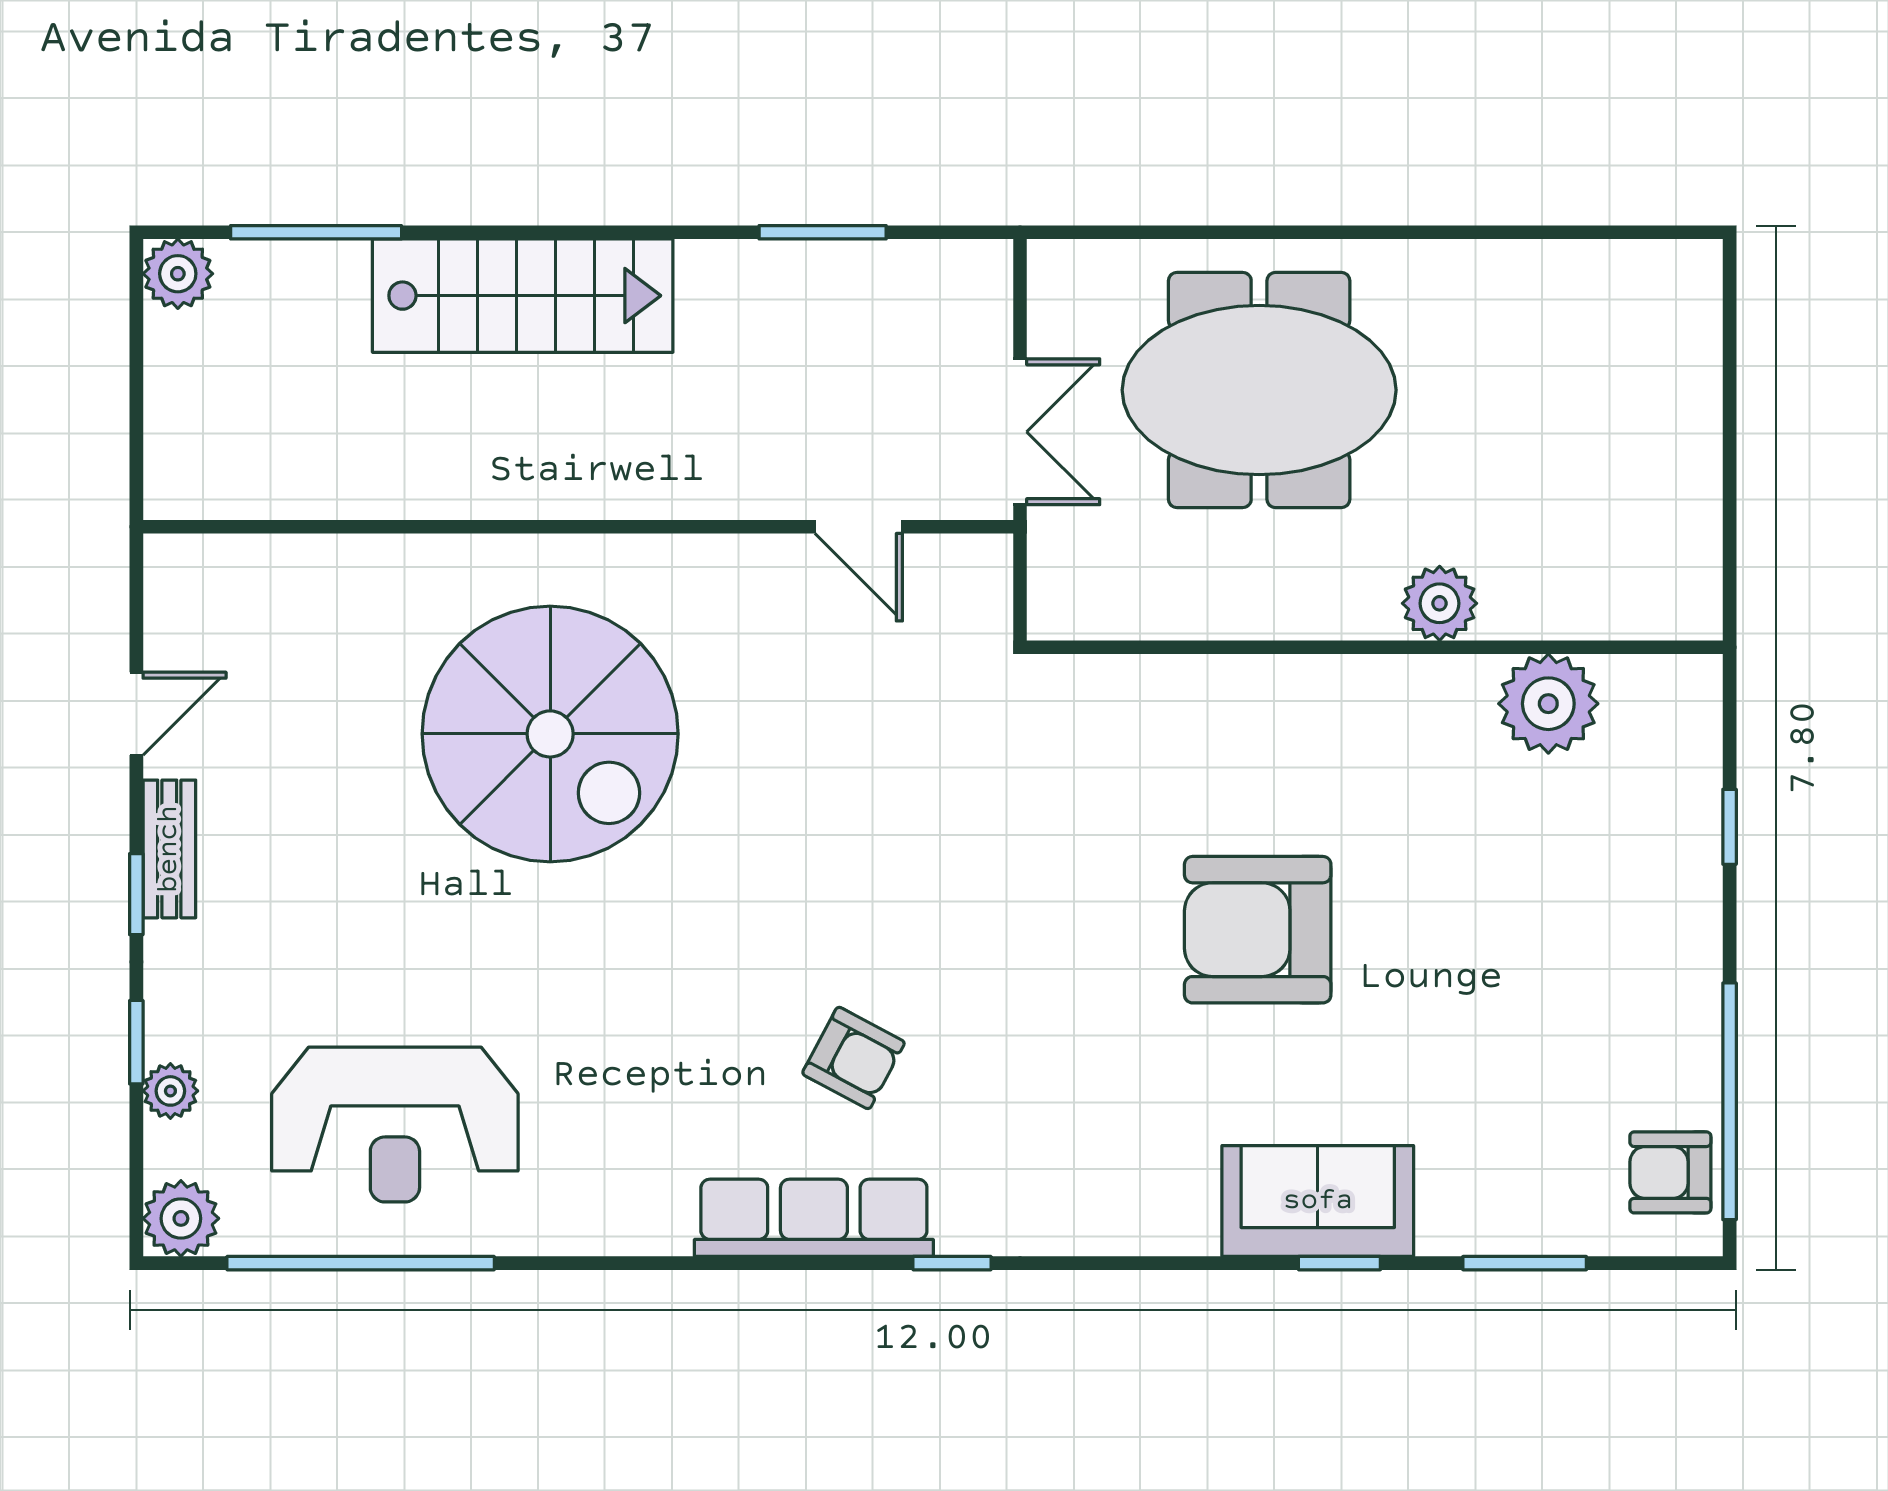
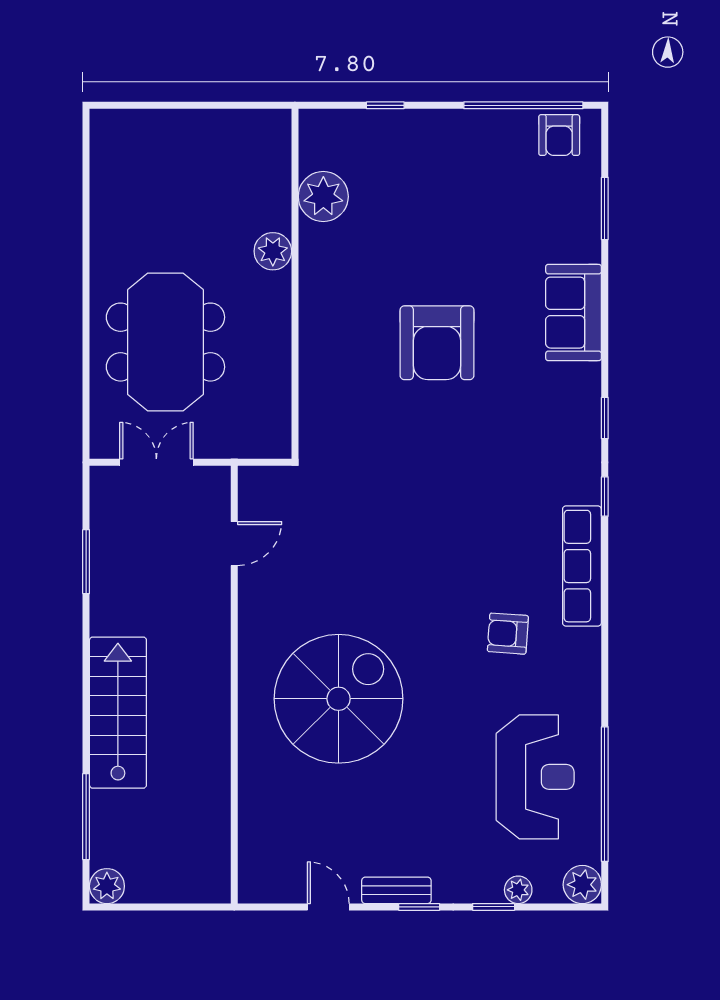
double door: (1020, 432) -> (156, 462), moved
armchair: (853, 1058) -> (508, 634), moved, turned -114
window: (1339, 1263) -> (605, 418), moved

